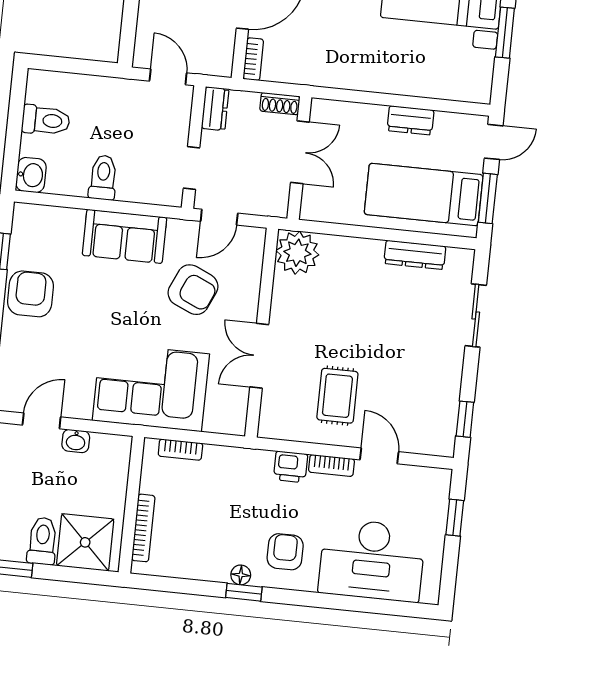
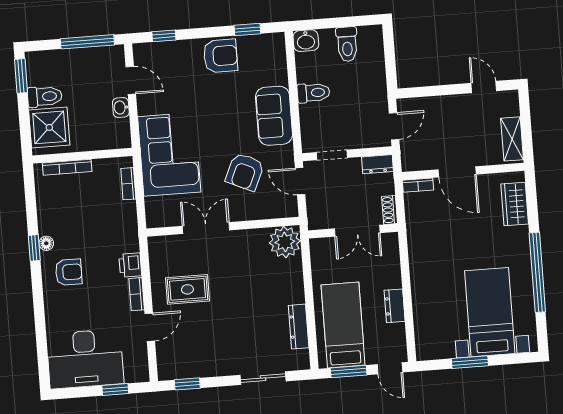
desk: (372, 560) -> (85, 359), moved, turned -90

